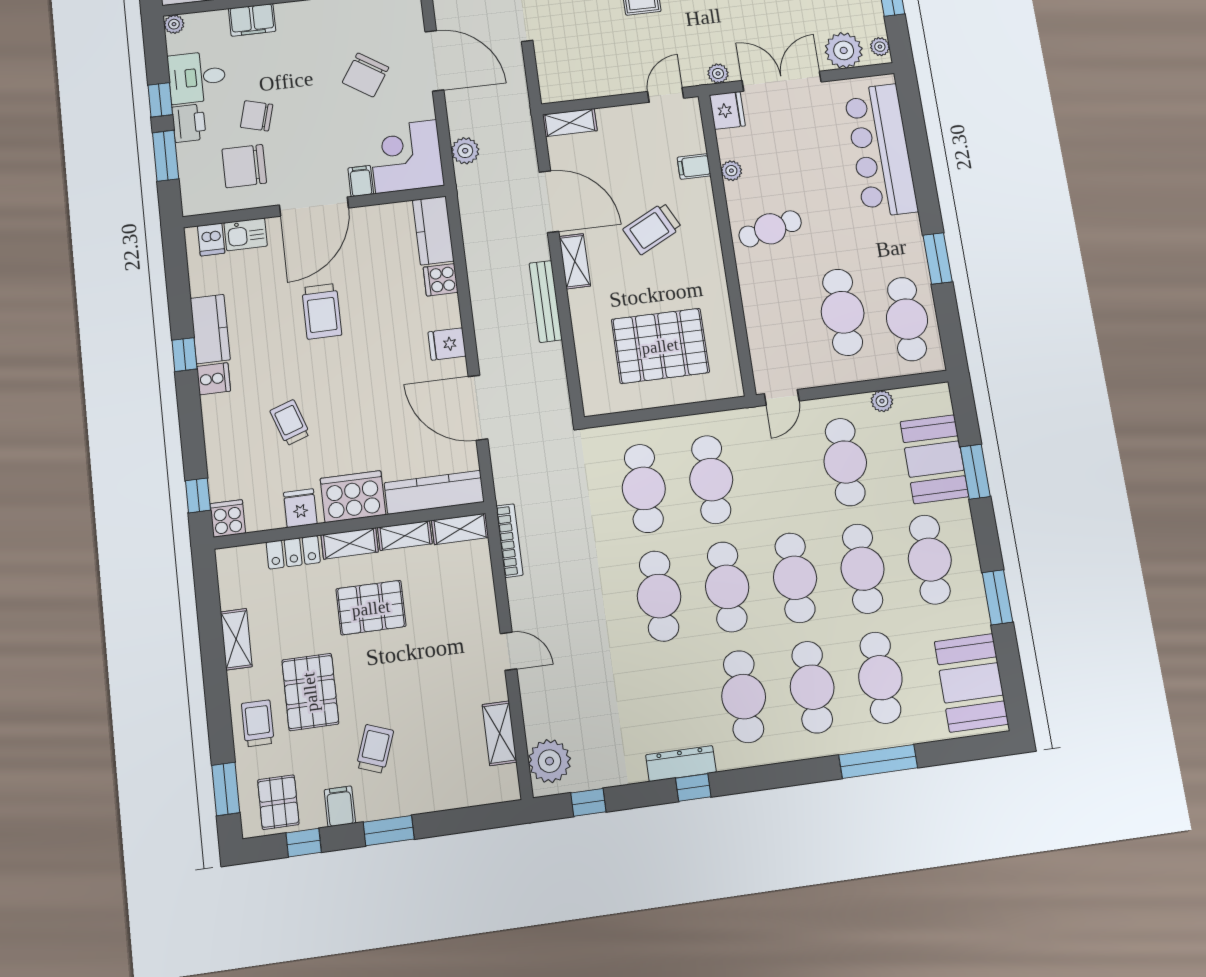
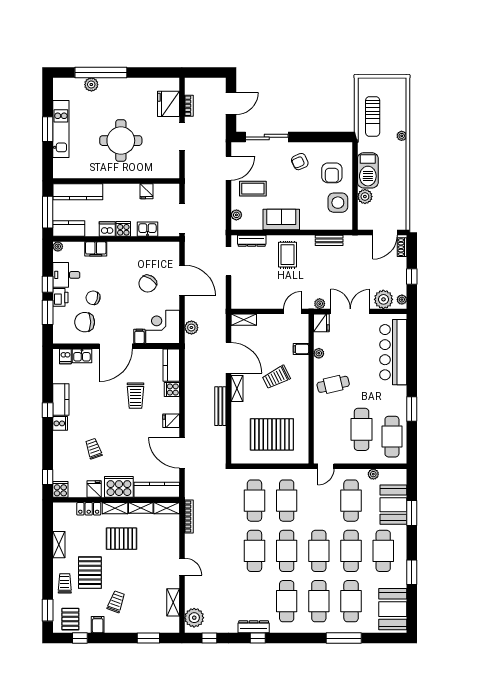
trolley: (322, 311) -> (136, 396), moved
window: (389, 831) -> (148, 638), moved

